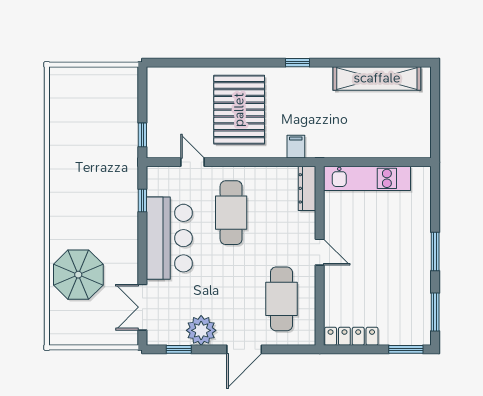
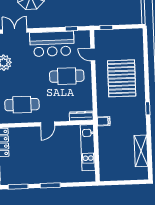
shelving: (377, 78) -> (141, 151), width x0.68
pallet: (239, 110) -> (122, 78), turned 90
filing cabinet: (296, 147) -> (104, 121), moved
door: (192, 162) -> (93, 55), swing flipped

